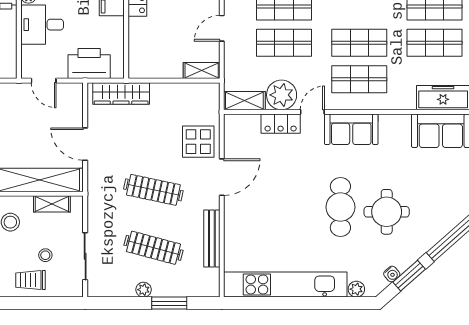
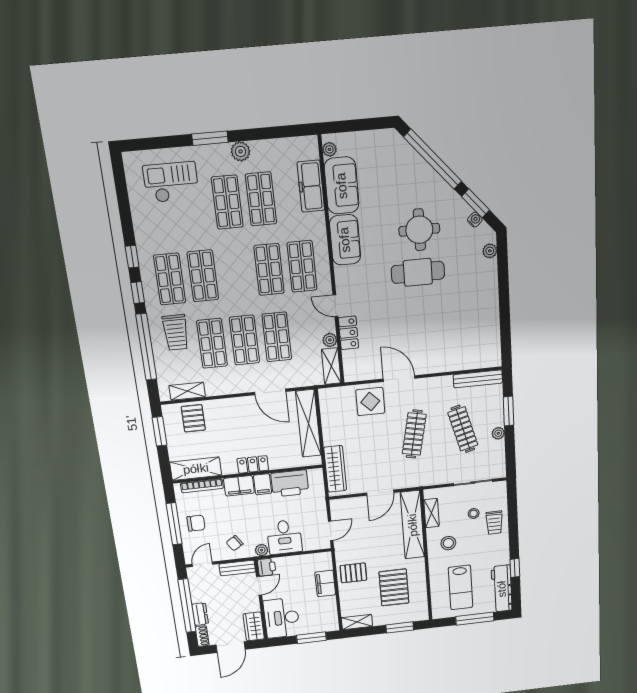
door: (222, 28) -> (270, 392), width x1.37
printer: (89, 64) -> (290, 483), moved, turned -90
shelving: (202, 70) -> (308, 423), width x2.20, depth x1.33
plant: (282, 95) -> (330, 340), width x0.53, depth x0.53
sofa: (351, 129) -> (345, 240), moved
bench: (212, 238) -> (478, 379), moved
clothes rail: (153, 248) -> (463, 429), turned -30
kitchen unit: (285, 284) -> (489, 315), removed

